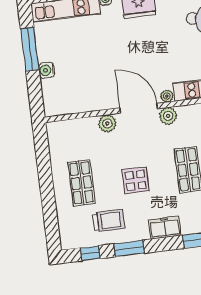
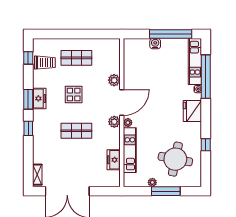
window: (30, 49) -> (171, 34), width x1.46
trolley: (109, 221) -> (45, 63), moved, turned -90
freezer: (165, 228) -> (39, 98), moved
window: (129, 248) -> (28, 99), moved

